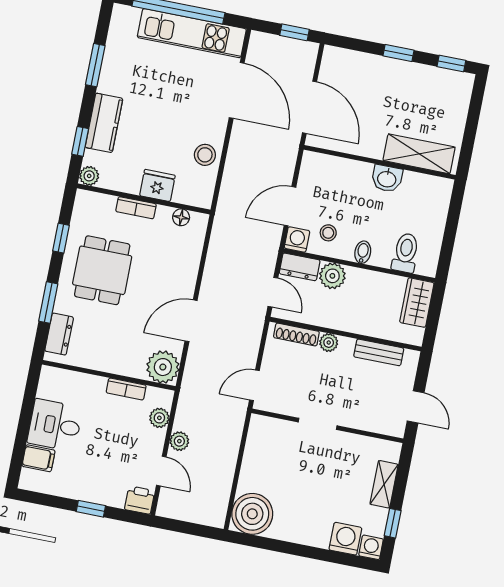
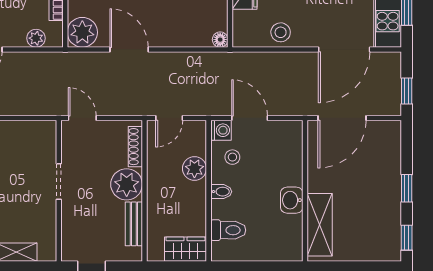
floor lamp: (181, 217) -> (220, 40), moved
dresser: (300, 267) -> (197, 137), removed
plant: (329, 343) -> (127, 184), width x1.87, depth x1.87
plant: (179, 441) -> (19, 60), removed

